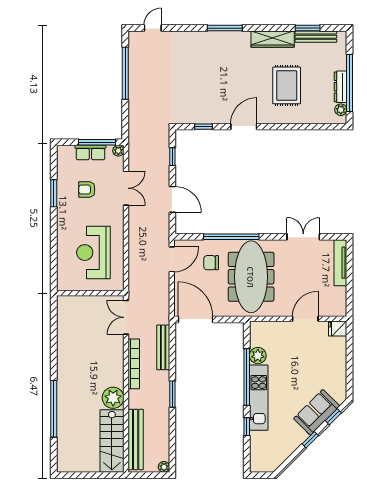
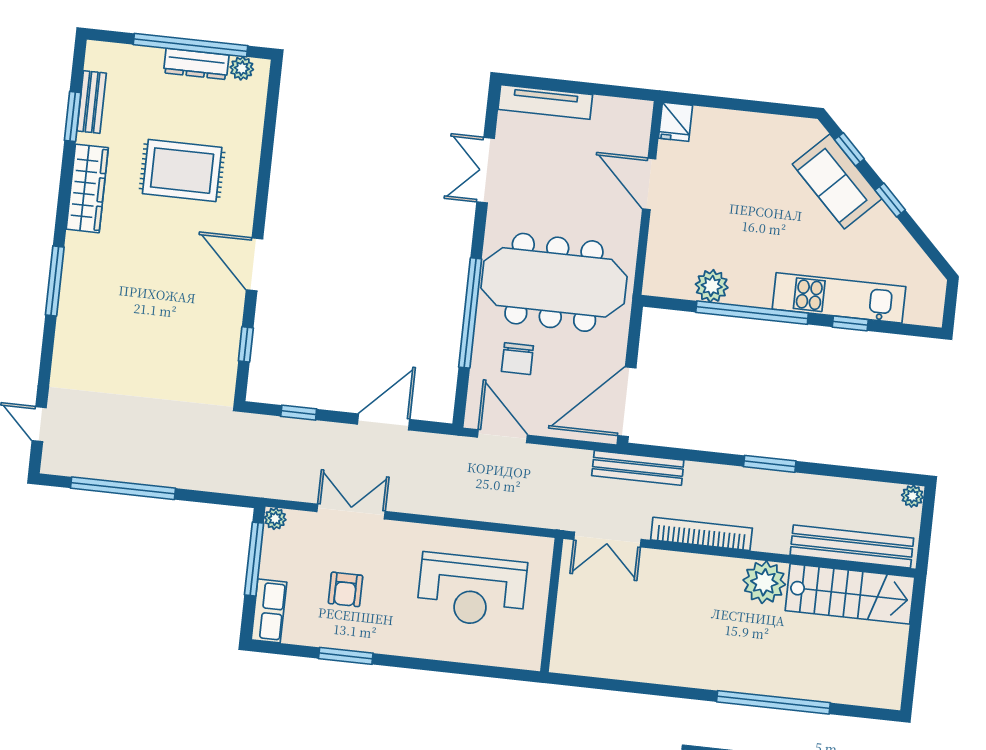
bench: (316, 37) -> (92, 102), width x0.73
row of seats: (90, 153) -> (269, 611), moved
bench: (163, 347) -> (638, 468), moved
kitchen unit: (259, 398) -> (839, 298), moved

